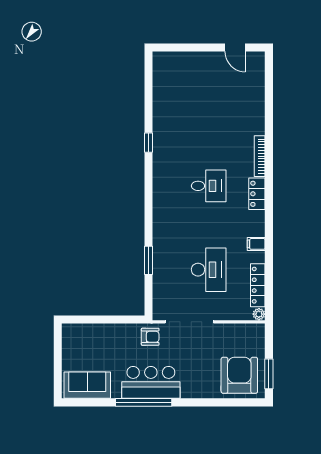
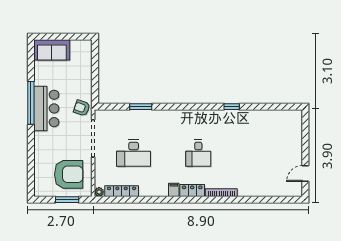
filing cabinet: (256, 244) -> (174, 190), moved
armchair: (150, 337) -> (82, 108), turned 109
window: (269, 374) -> (67, 200), moved
armchair: (239, 375) -> (69, 174), moved
sofa: (87, 385) -> (52, 50), moved, turned 90

